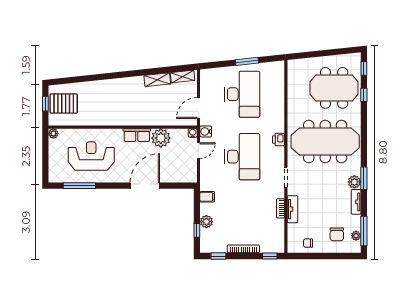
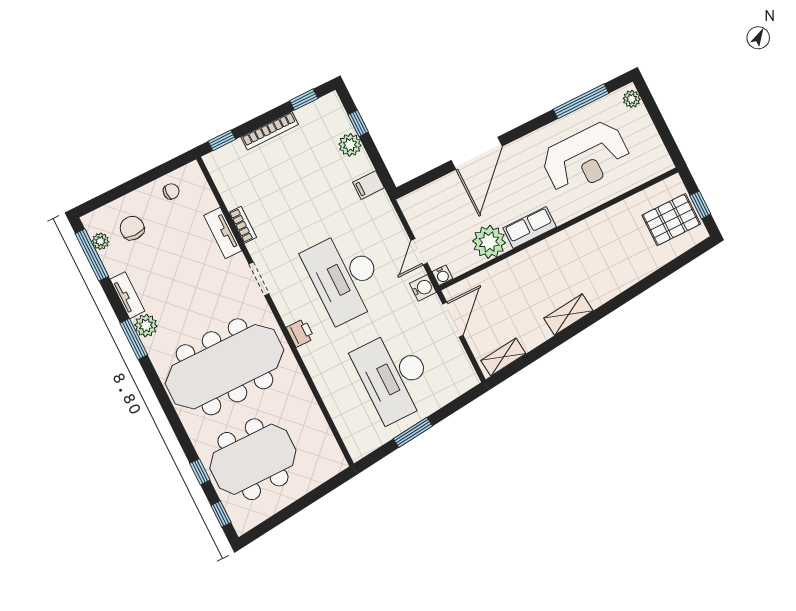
shelving: (157, 80) -> (568, 314), moved
plant: (53, 134) -> (632, 99), moved

